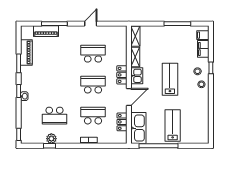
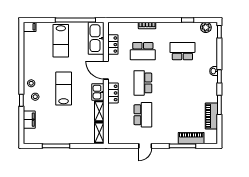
filing cabinet: (203, 35) -> (30, 27), moved
school desk: (93, 54) -> (143, 115), turned -90
lab bench: (170, 79) -> (64, 89), turned 180
school desk: (93, 85) -> (143, 83), turned 90
door: (129, 97) -> (106, 70), hinge flipped
plant: (51, 139) -> (206, 27), moved

